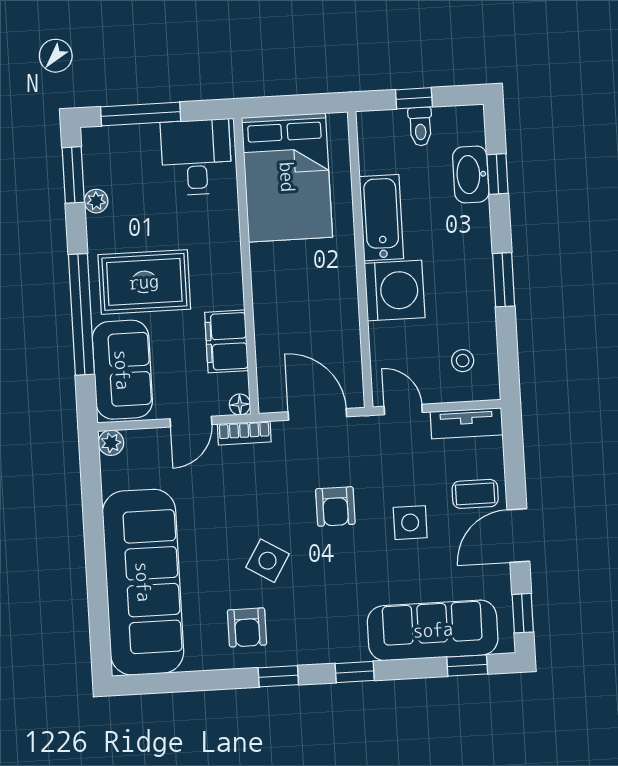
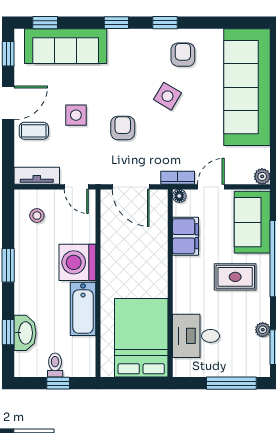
desk: (196, 157) -> (196, 336), moved, turned 90
rug: (144, 282) -> (235, 277), width x0.73, depth x0.70

